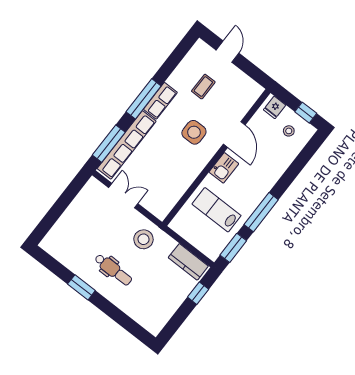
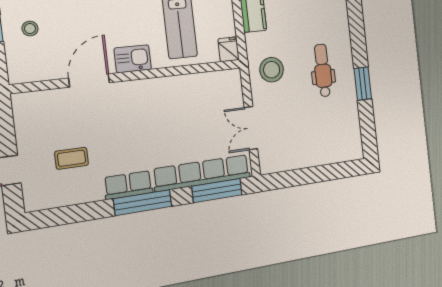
fridge: (275, 107) -> (229, 49), moved, turned -90
side table: (194, 132) -> (127, 122), removed

